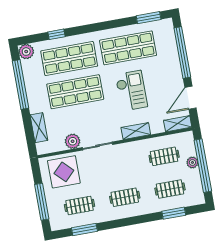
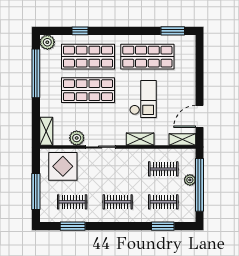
window: (182, 52) -> (199, 71), removed
shelving: (39, 128) -> (46, 131), moved

